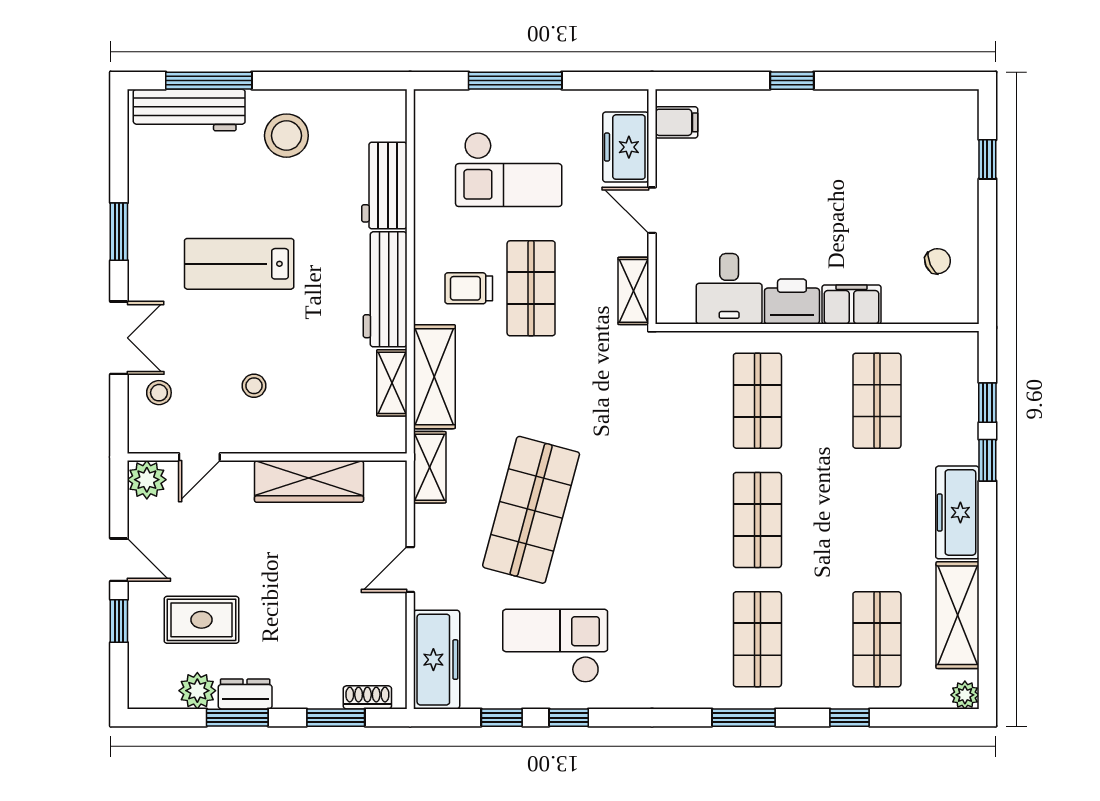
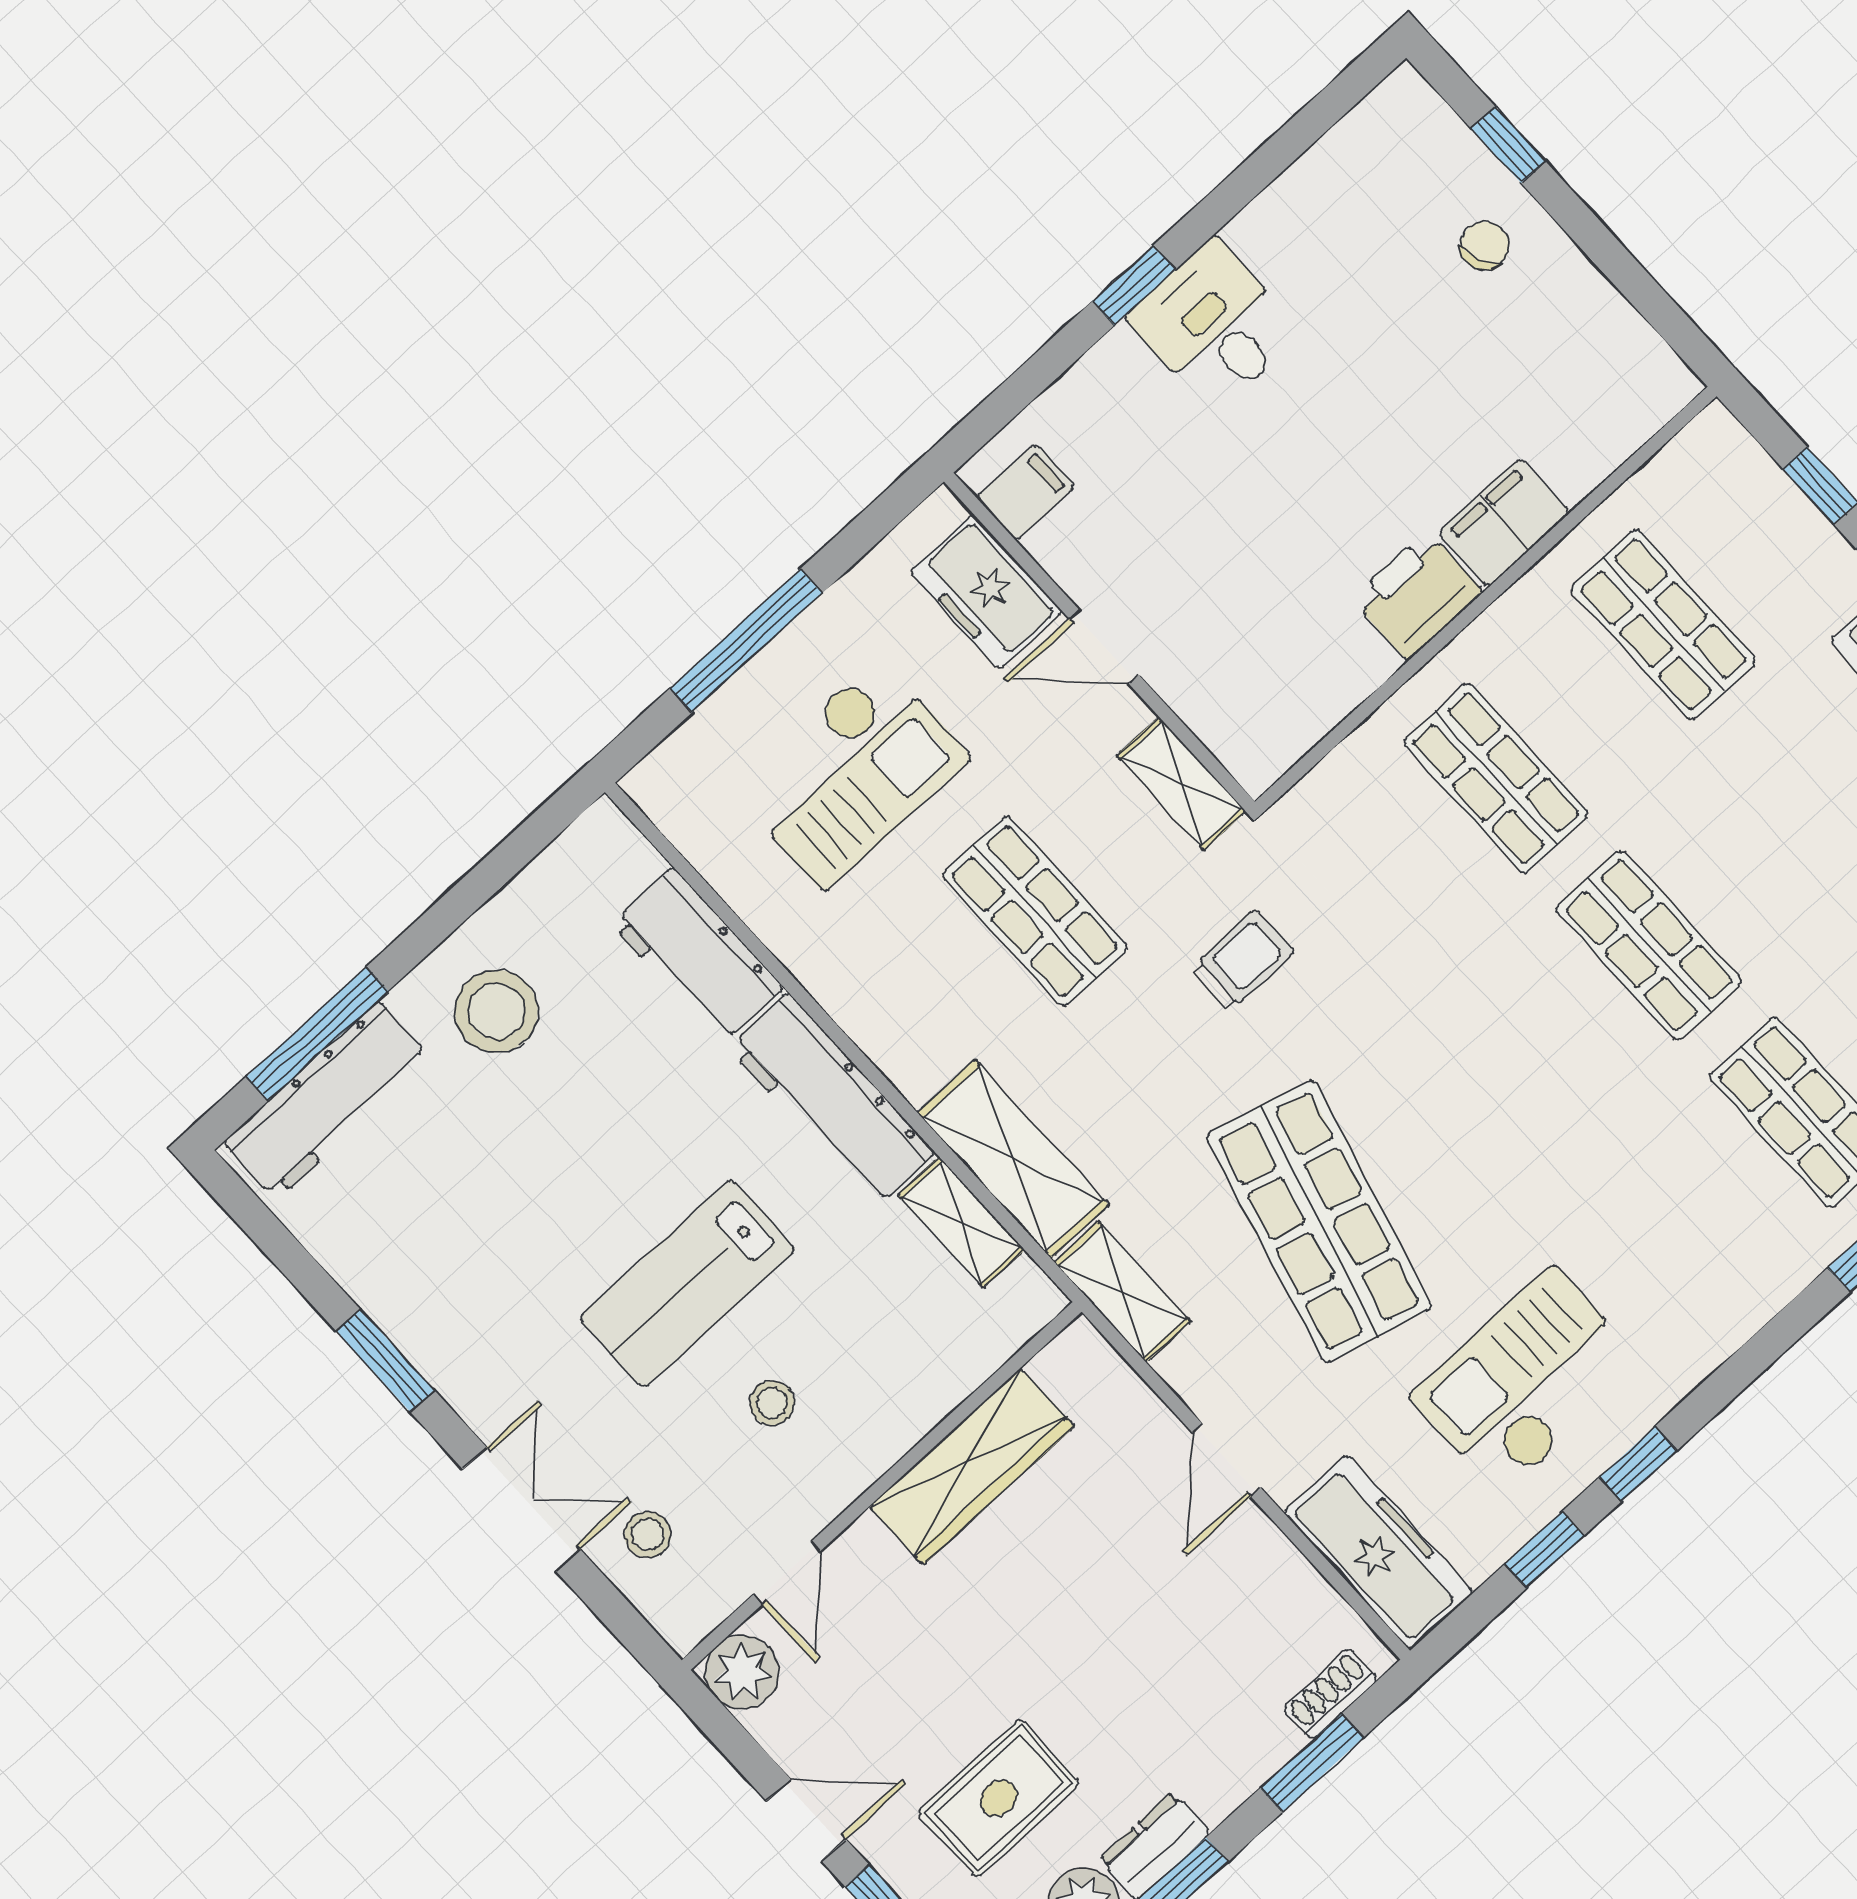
chair: (938, 261) -> (1485, 246), moved
lab bench: (239, 264) -> (687, 1284), moved
trolley: (469, 288) -> (1242, 960), moved, turned 180
desk: (729, 289) -> (1214, 325), moved, turned 180

